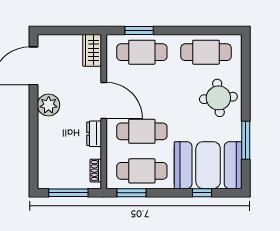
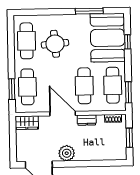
round table: (218, 98) -> (55, 44), moved
door: (104, 100) -> (63, 114), hinge flipped
window: (68, 193) -> (129, 138), width x0.69

